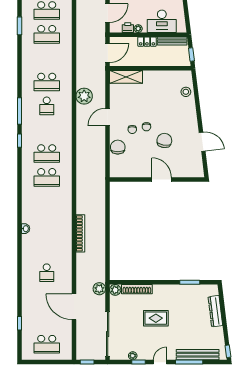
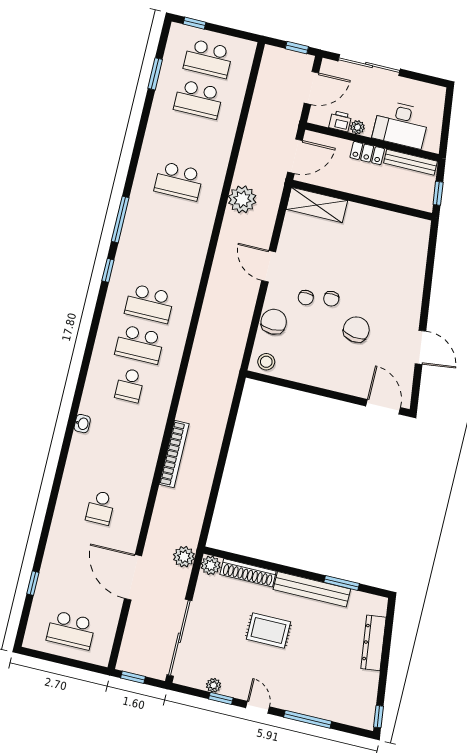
stool: (186, 92) -> (266, 362), moved
plant: (84, 96) -> (242, 199), moved
school desk: (47, 106) -> (130, 385), moved
door: (108, 117) -> (269, 266), hinge flipped
door: (162, 179) -> (383, 407), moved
bench: (198, 355) -> (312, 589), moved
door: (160, 362) -> (258, 707), hinge flipped

